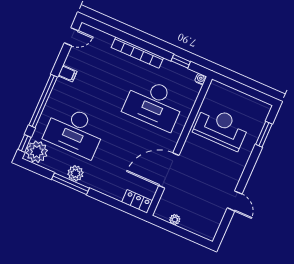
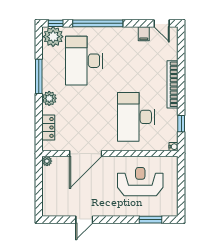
filing cabinet: (68, 74) -> (144, 34), moved
reception desk: (221, 128) -> (140, 182), turned -90
door: (169, 170) -> (86, 154), swing flipped
plant: (75, 173) -> (49, 98), moved
locker: (137, 201) -> (48, 127), moved
plant: (175, 220) -> (47, 161), moved

